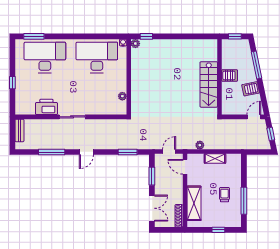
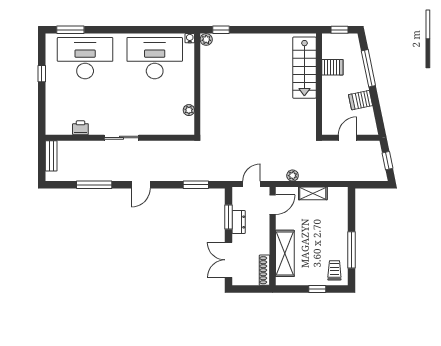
server rack: (230, 75) -> (332, 67), moved
window: (12, 83) -> (42, 74), moved
stairs: (209, 84) -> (304, 68), moved
printer: (46, 107) -> (80, 128), width x0.53, depth x0.68
door: (254, 117) -> (348, 138), moved
door: (185, 167) -> (273, 205), swing flipped
dresser: (160, 180) -> (239, 222), added
trolley: (224, 195) -> (334, 270), moved
double door: (152, 208) -> (228, 260), swing flipped

